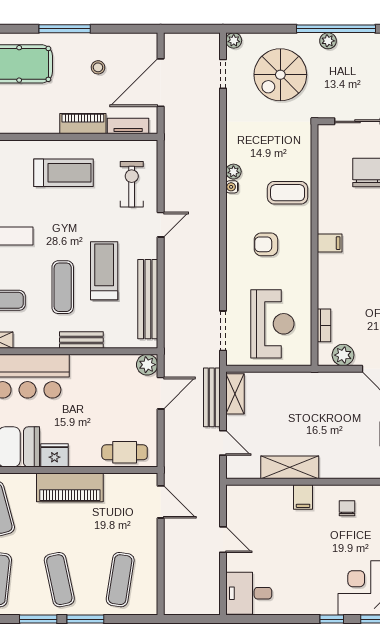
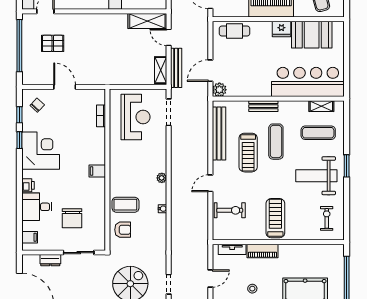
door: (161, 83) -> (210, 278), width x0.53
plant: (233, 172) -> (162, 178), moved
treadmill: (64, 173) -> (275, 218), turned 90
exercise bike: (132, 184) -> (230, 210), turned -90
armchair: (266, 244) -> (123, 230), moved
reception desk: (272, 324) -> (136, 117), turned 180
plant: (343, 355) -> (88, 96), removed
shelving: (290, 467) -> (147, 21), moved

